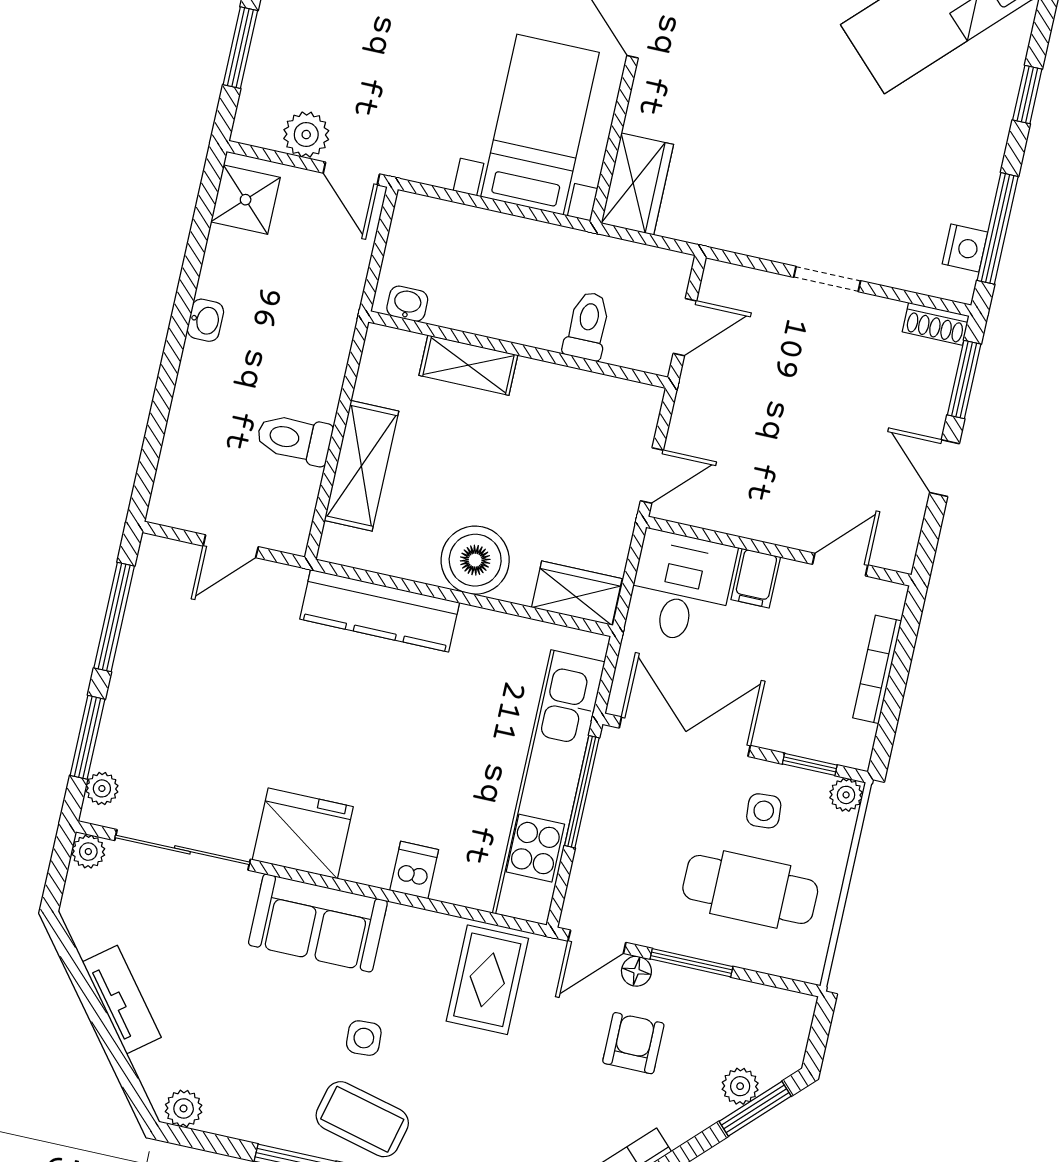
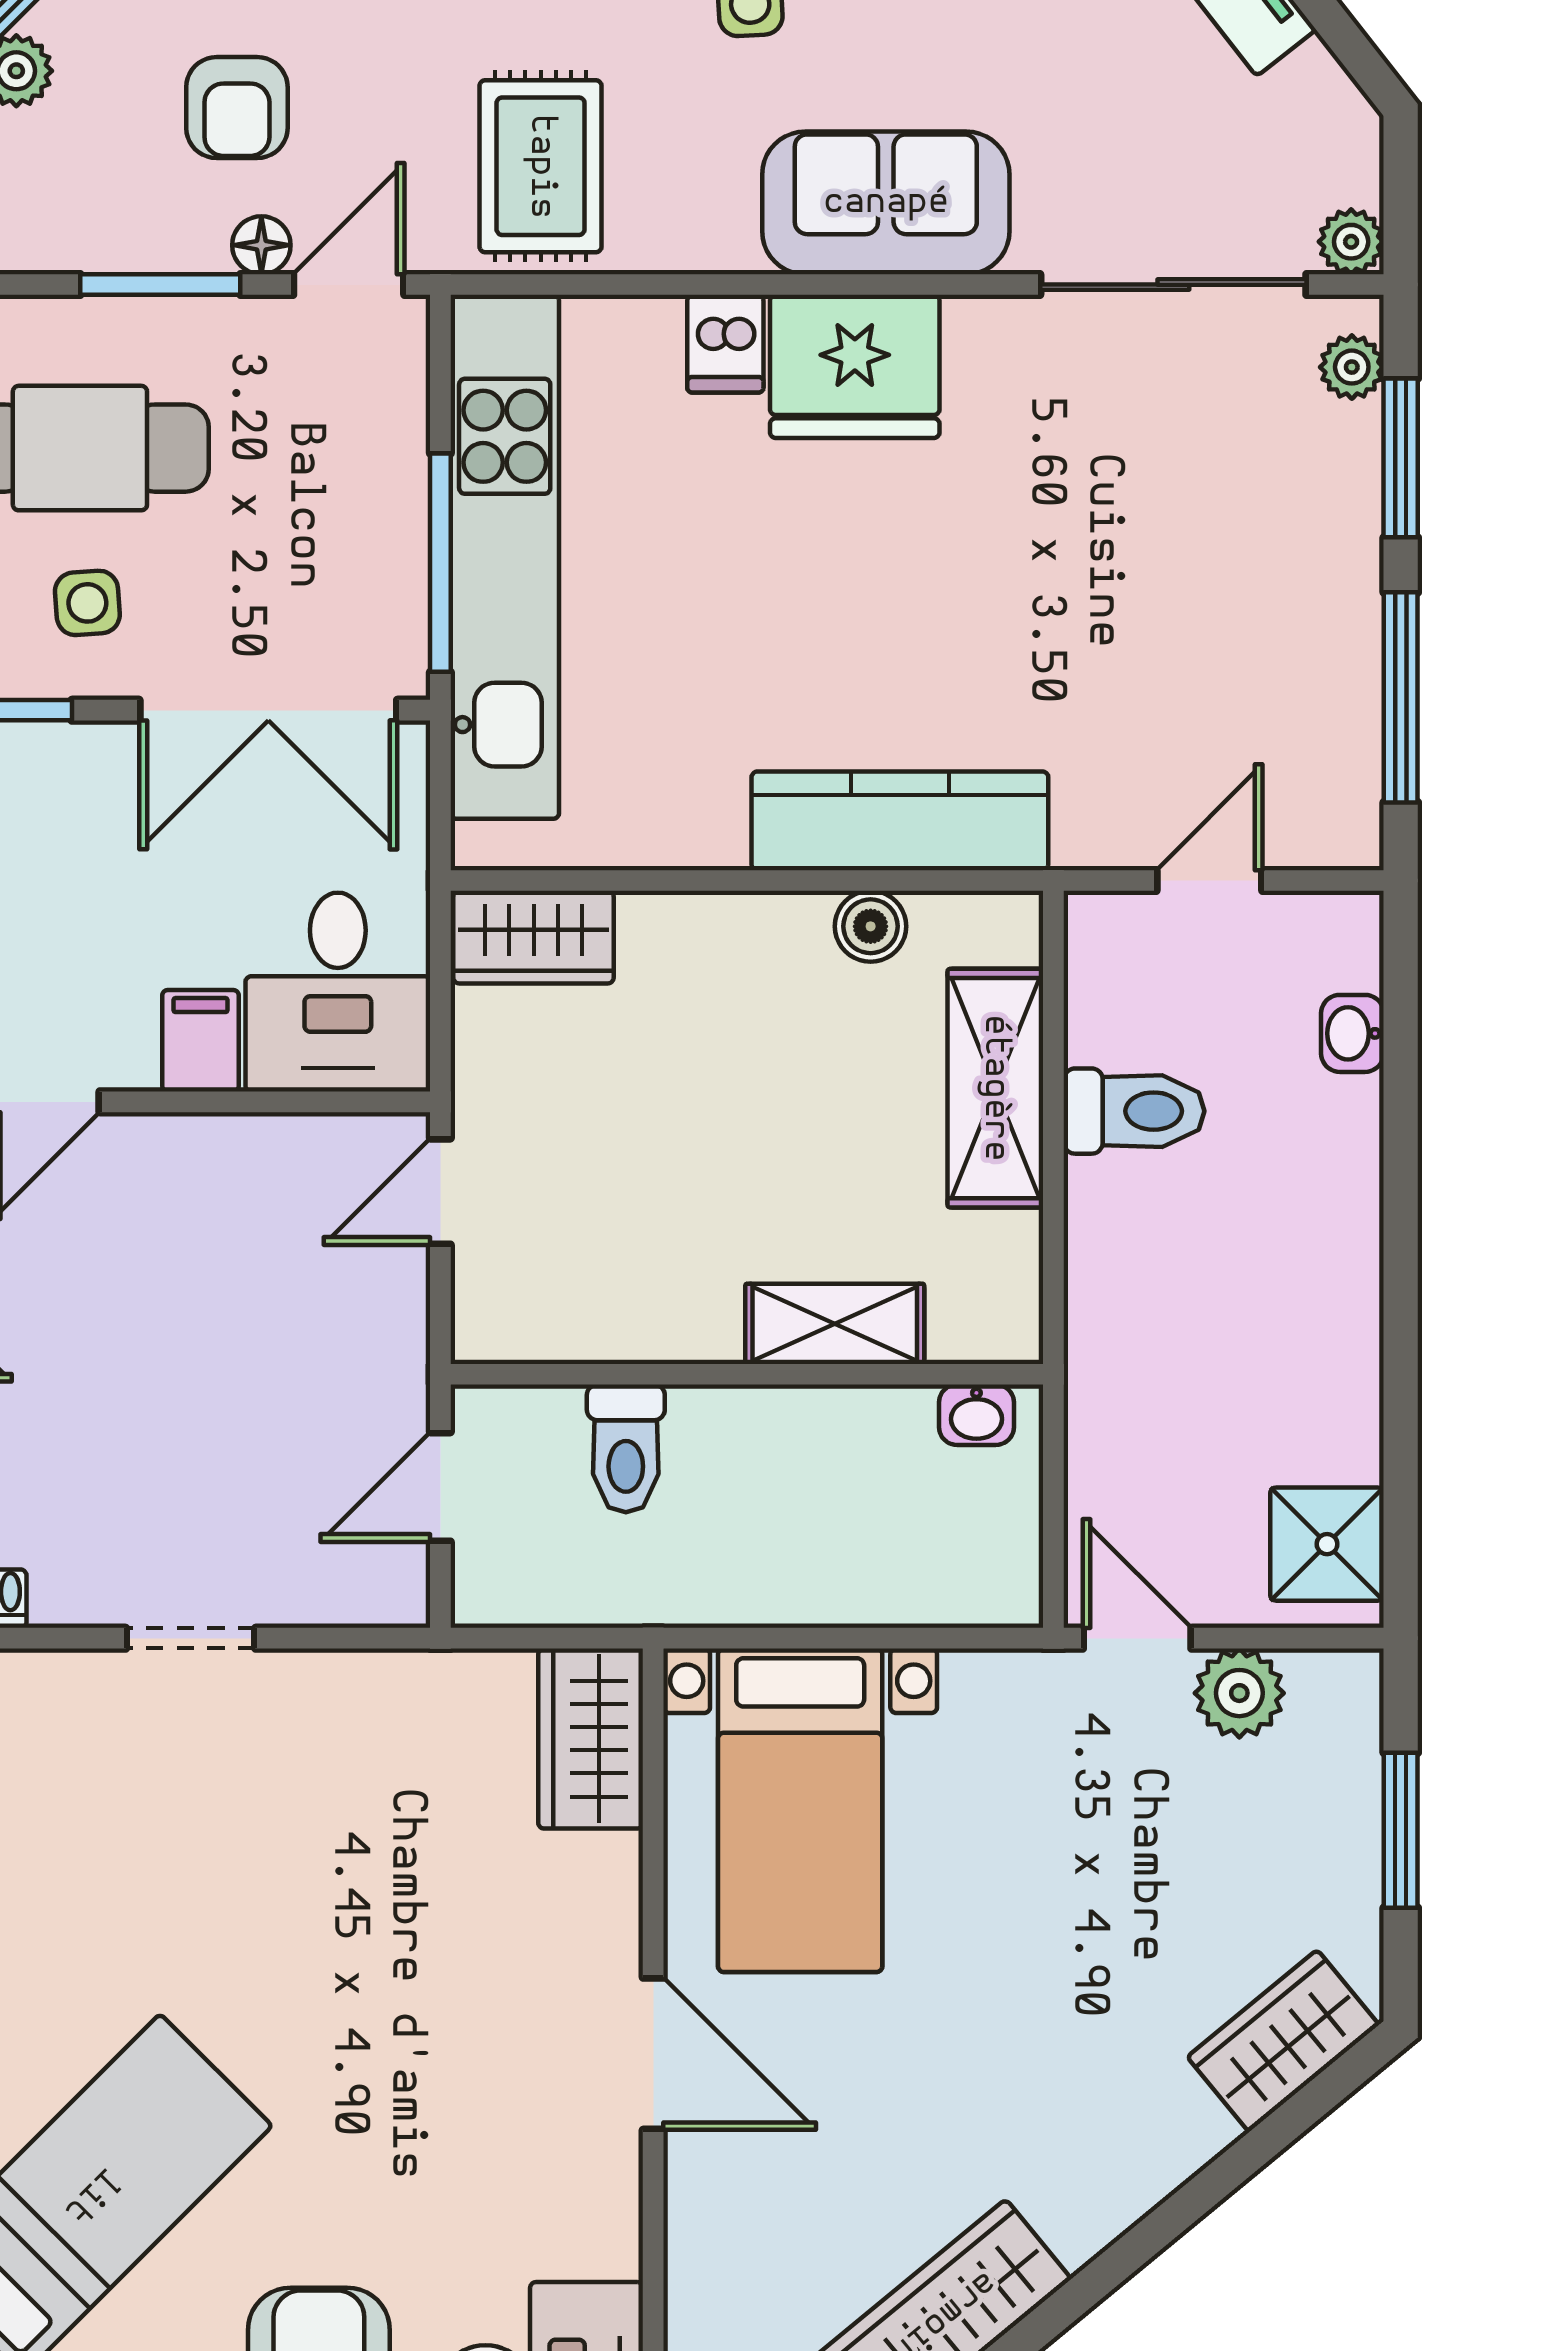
washbasin: (205, 320) -> (1352, 1033), moved
boiler: (475, 560) -> (871, 926), moved, width x0.54, depth x0.54
fridge: (303, 833) -> (855, 366), moved

